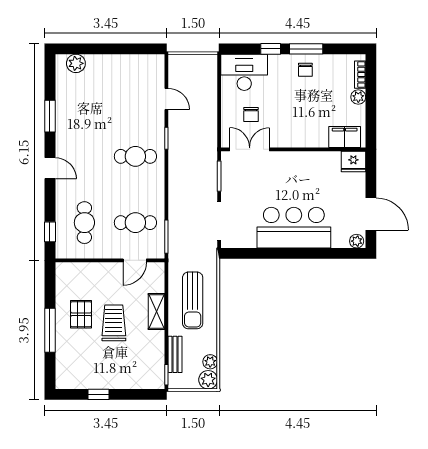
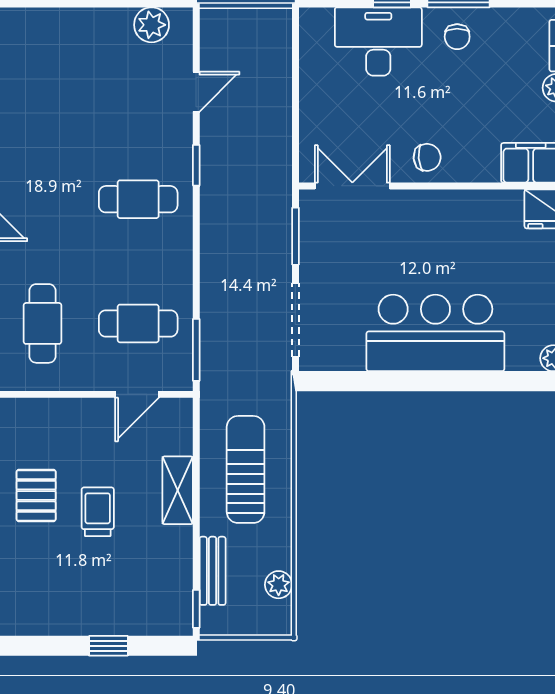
plant: (76, 63) -> (152, 25), moved
desk: (244, 72) -> (378, 41), moved
door: (166, 99) -> (196, 92), hinge flipped
chair: (251, 114) -> (427, 157), moved, turned -95
sun lounger: (193, 300) -> (246, 469), turned 180
trolley: (114, 323) -> (98, 512), width x0.73, depth x0.72
plant: (208, 380) -> (275, 618), removed
window: (98, 394) -> (108, 646), moved

